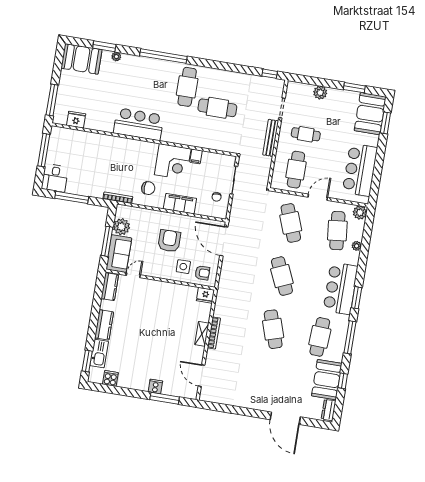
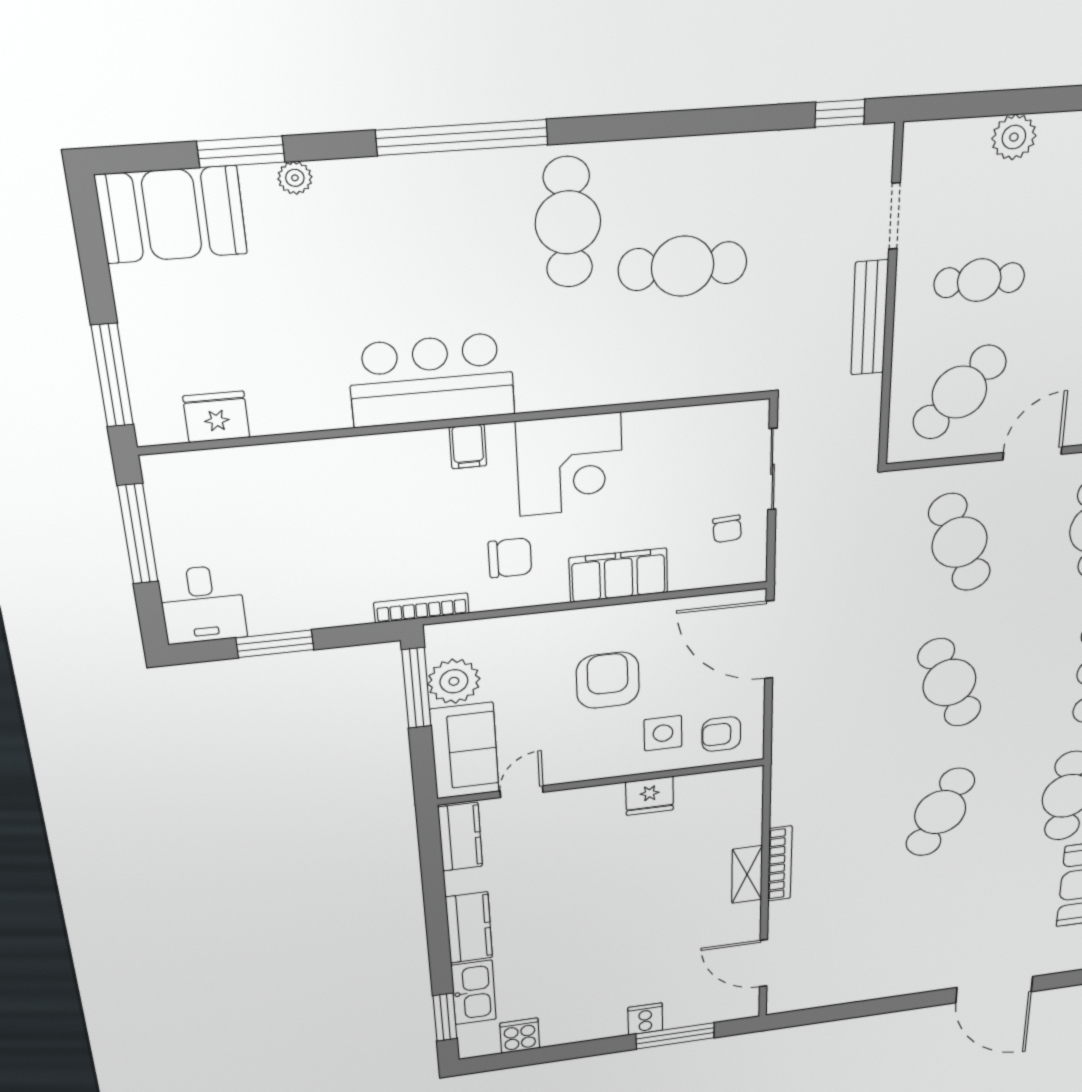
filing cabinet: (196, 156) -> (468, 447), moved
cafe table: (296, 170) -> (959, 392), turned 43
window: (72, 197) -> (275, 644), width x0.69
window: (107, 241) -> (416, 688), moved
armchair: (202, 273) -> (721, 734), turned 180
fridge: (205, 295) -> (650, 796), moved
cafe table: (273, 329) -> (940, 812), turned 42

